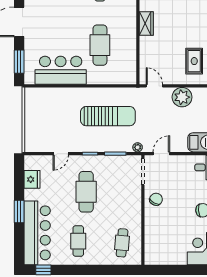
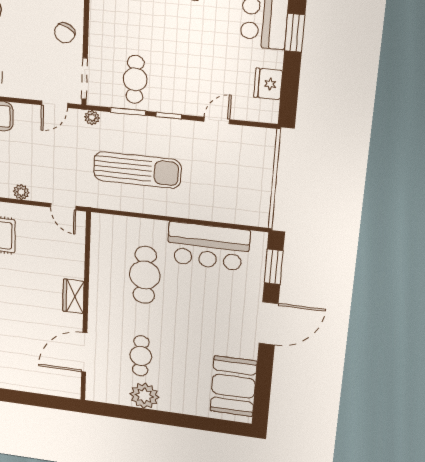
plant: (182, 97) -> (21, 192), width x0.53, depth x0.53
sun lounger: (108, 116) -> (137, 170), turned 180
cafe table: (86, 192) -> (135, 79), moved, width x0.73, depth x0.74

